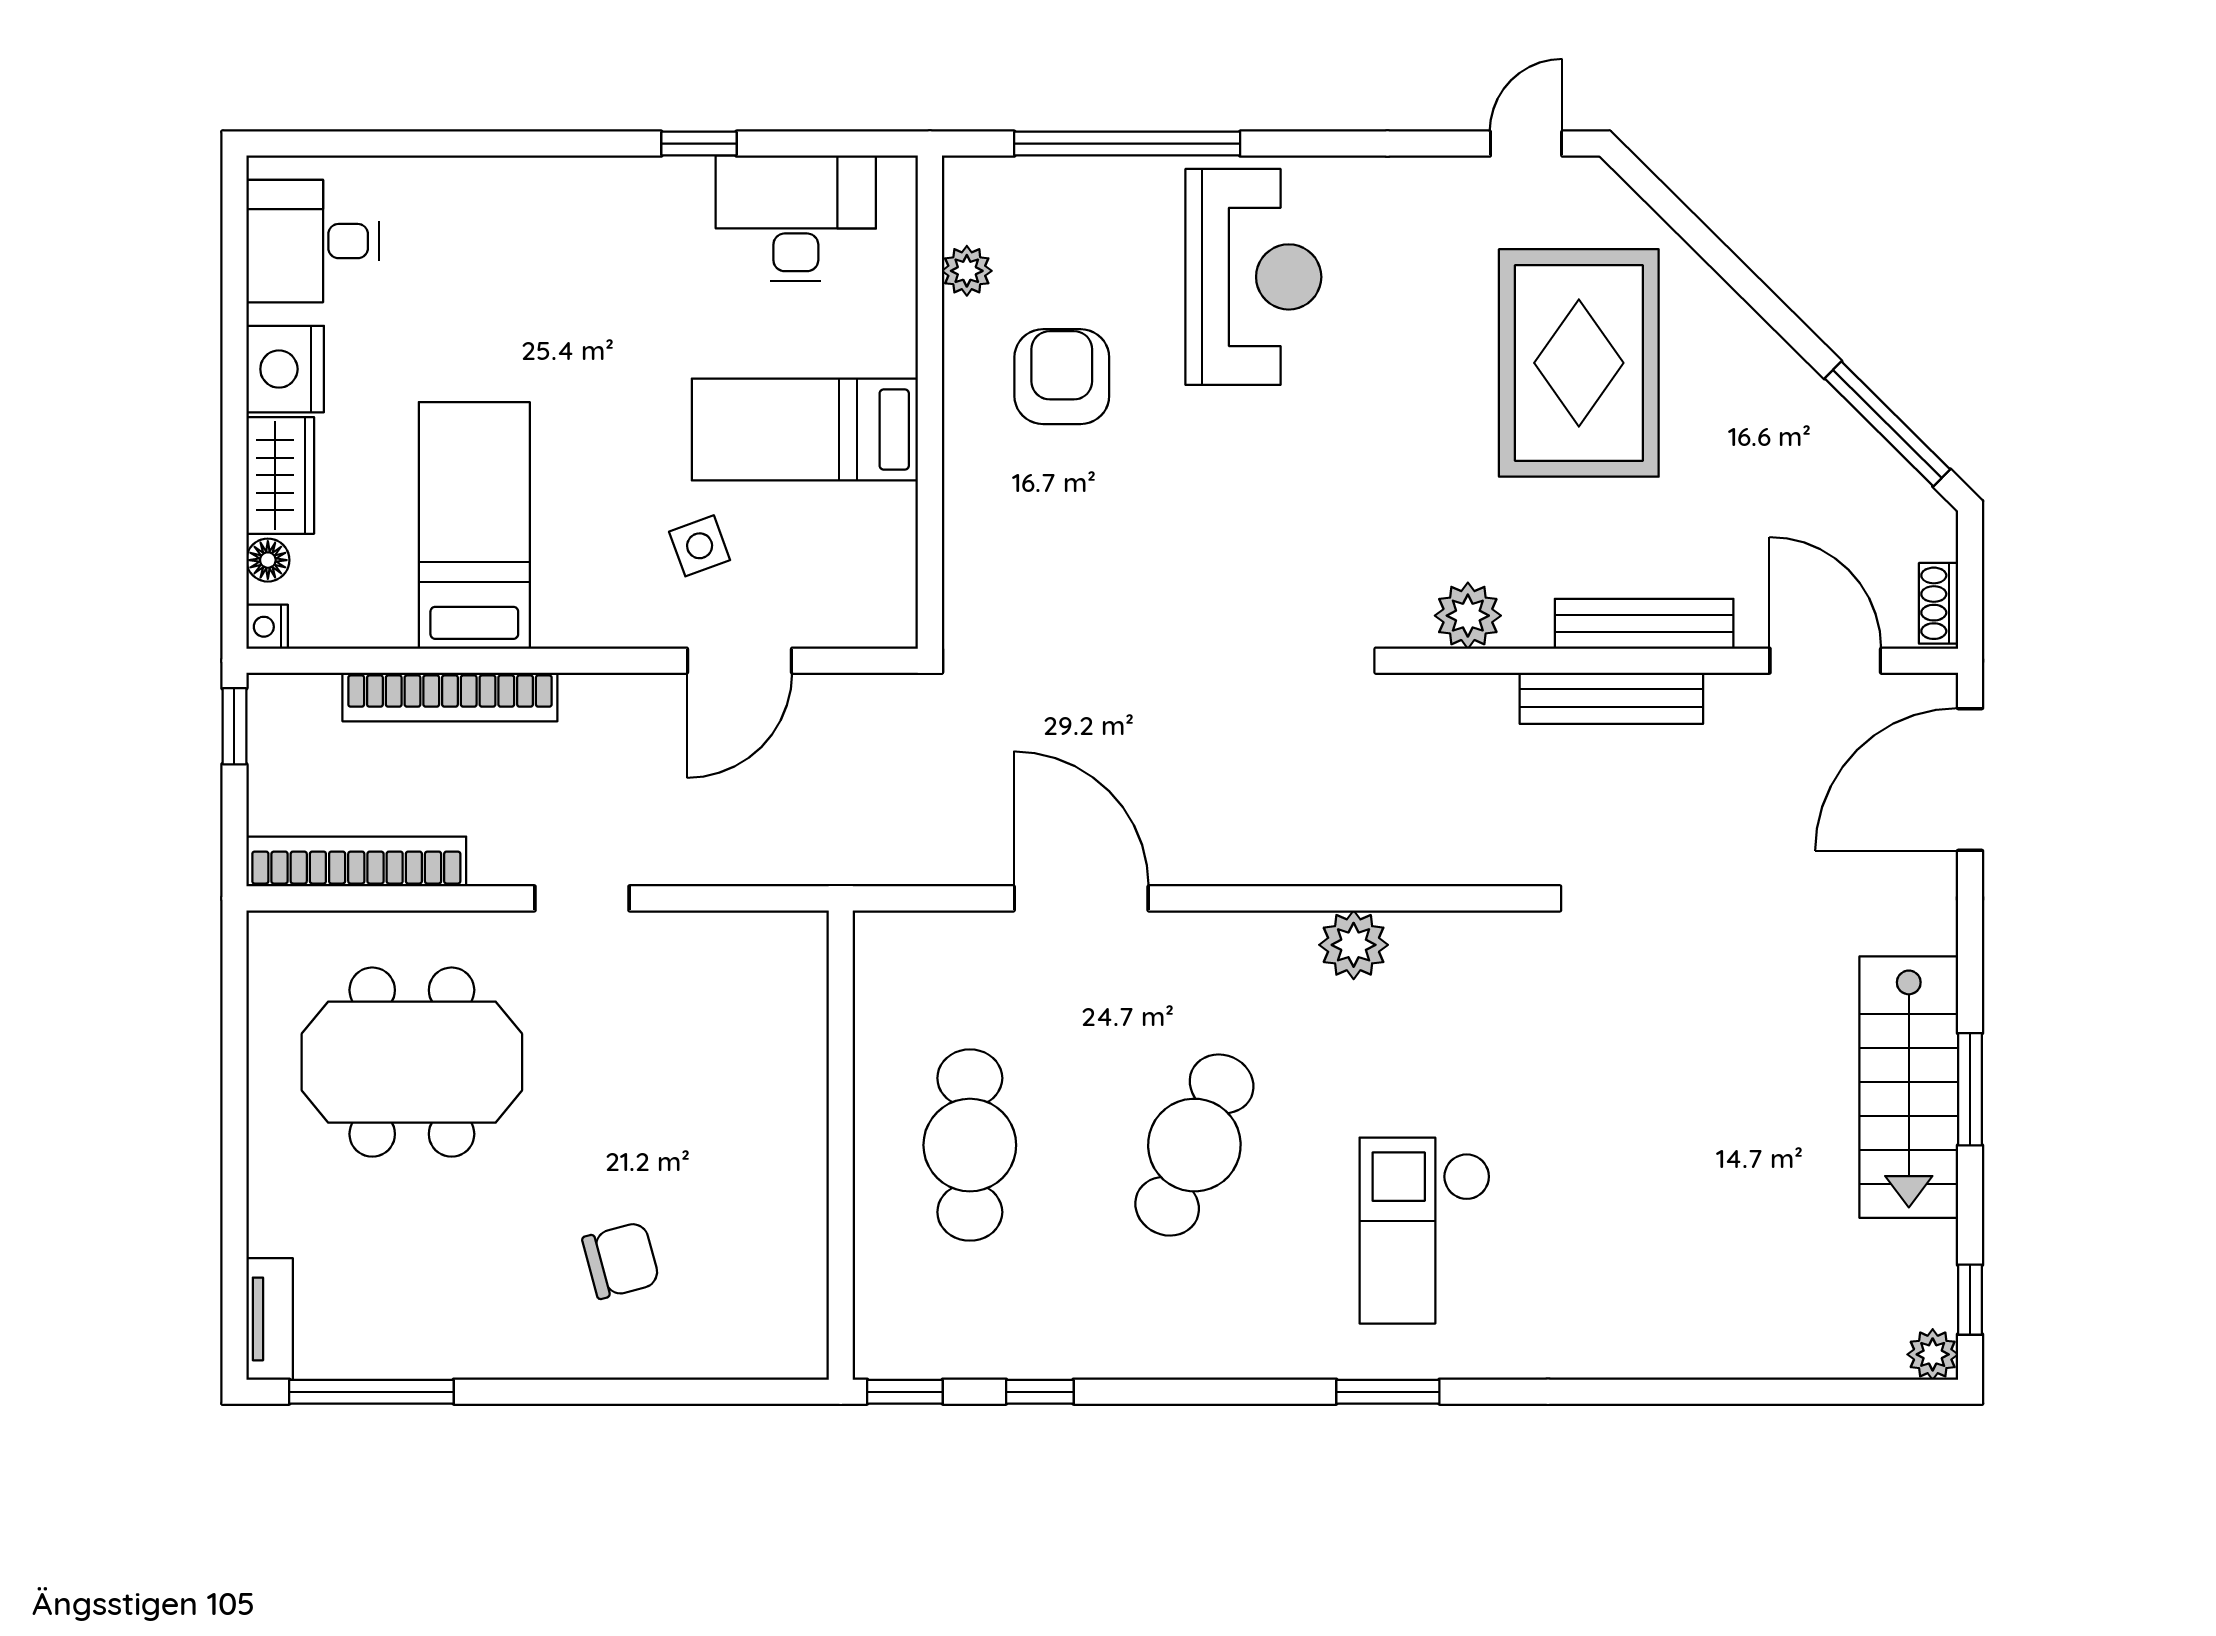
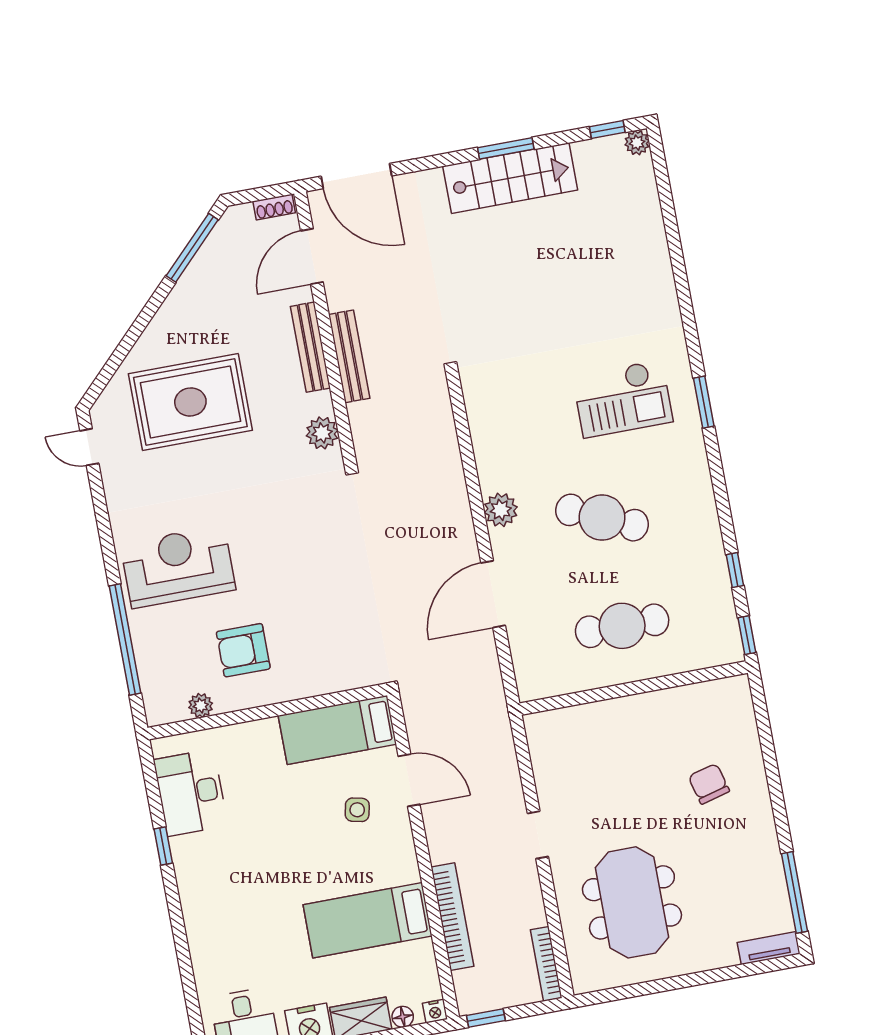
bed: (805, 430) -> (337, 730), moved, turned 90
side table: (700, 546) -> (357, 810), turned 32
bookcase: (356, 862) -> (546, 964), width x0.68, depth x0.76
plant: (1354, 945) -> (501, 510), moved

